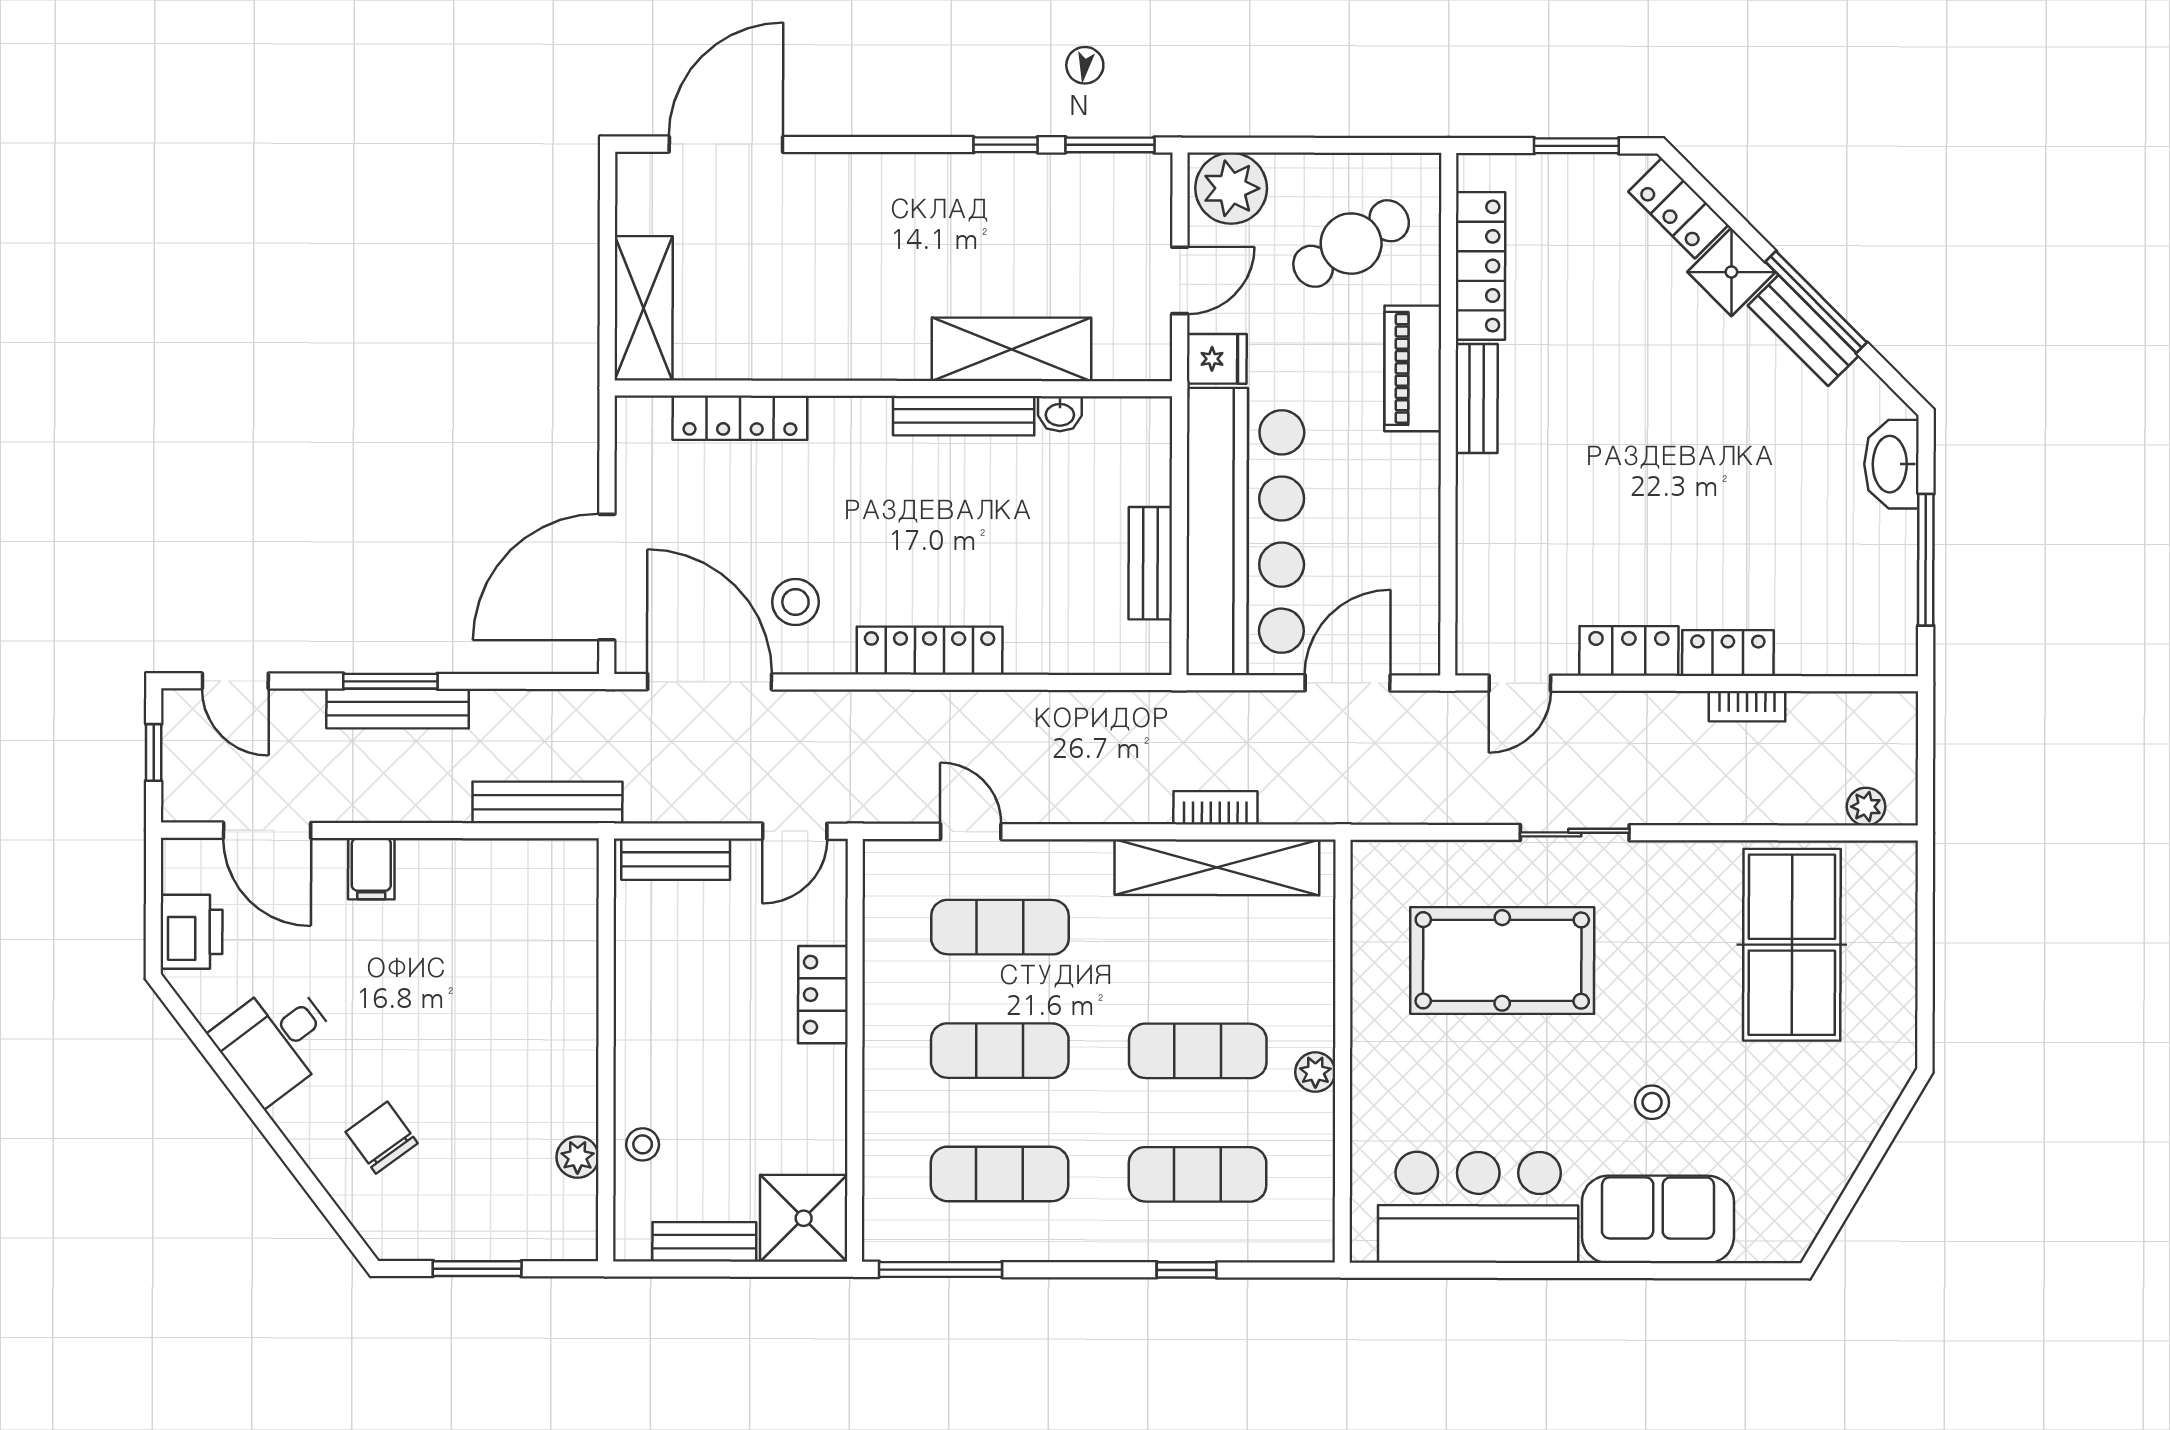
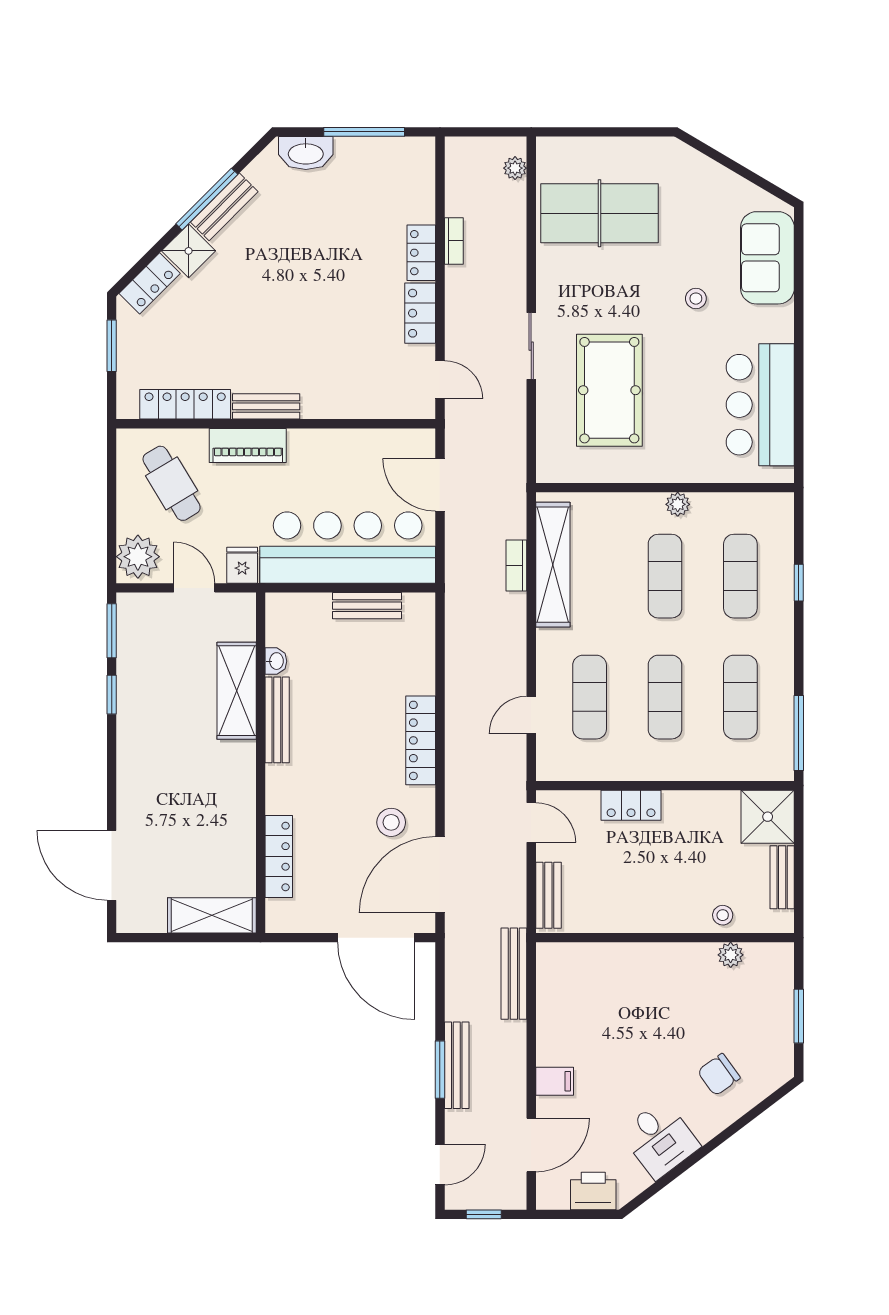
sofa: (1658, 1219) -> (767, 258), moved

